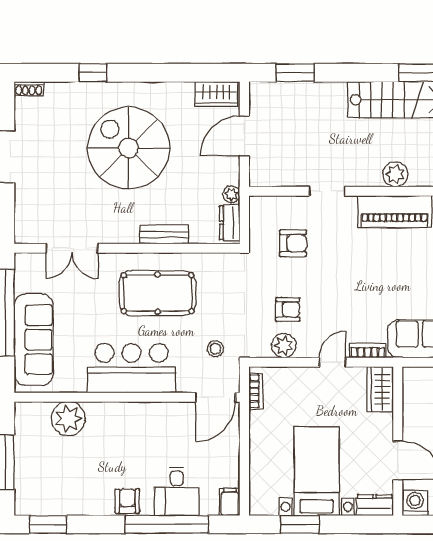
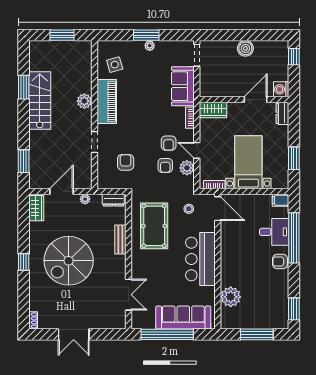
window: (93, 73) -> (24, 262), moved
door: (244, 136) -> (61, 191), swing flipped
plant: (232, 194) -> (85, 199), moved
pool table: (158, 293) -> (154, 226), moved
armchair: (288, 309) -> (165, 165), turned 180
armchair: (325, 315) -> (169, 143), added
door: (332, 362) -> (197, 150), moved
bed with nightstands: (317, 471) -> (248, 162), moved, turned 90

